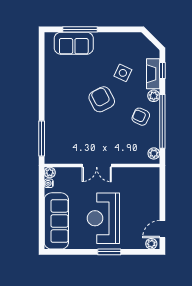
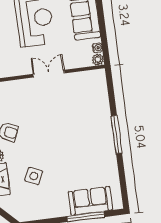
armchair: (102, 99) -> (53, 145), removed
window: (42, 138) -> (117, 134), moved

